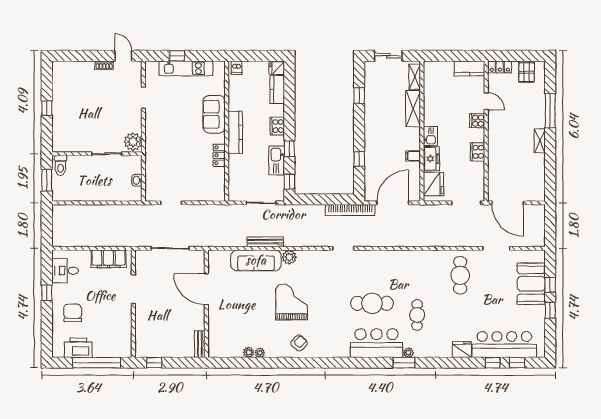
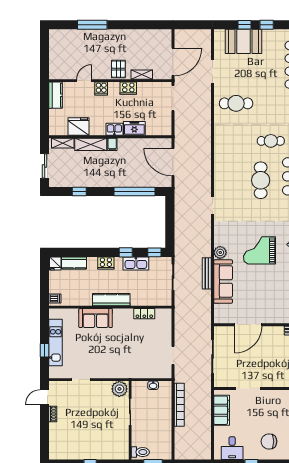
locker: (500, 67) -> (54, 69), removed
pallet: (527, 72) -> (118, 69), moved, turned 90
shelving: (540, 141) -> (142, 75), moved
locker: (219, 155) -> (144, 314), moved
filing cabinet: (413, 156) -> (112, 144), moved
window: (359, 159) -> (135, 191), width x3.17
fridge: (434, 184) -> (79, 127), moved
bookcase: (350, 210) -> (179, 405), moved

